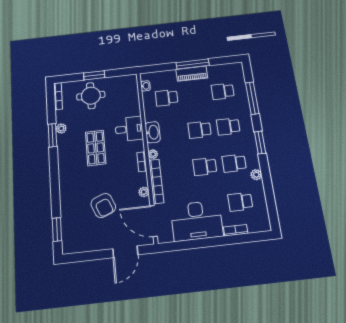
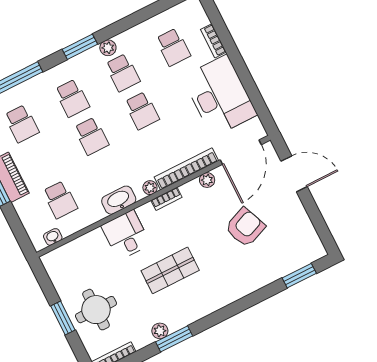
plant: (256, 175) -> (108, 48), moved

